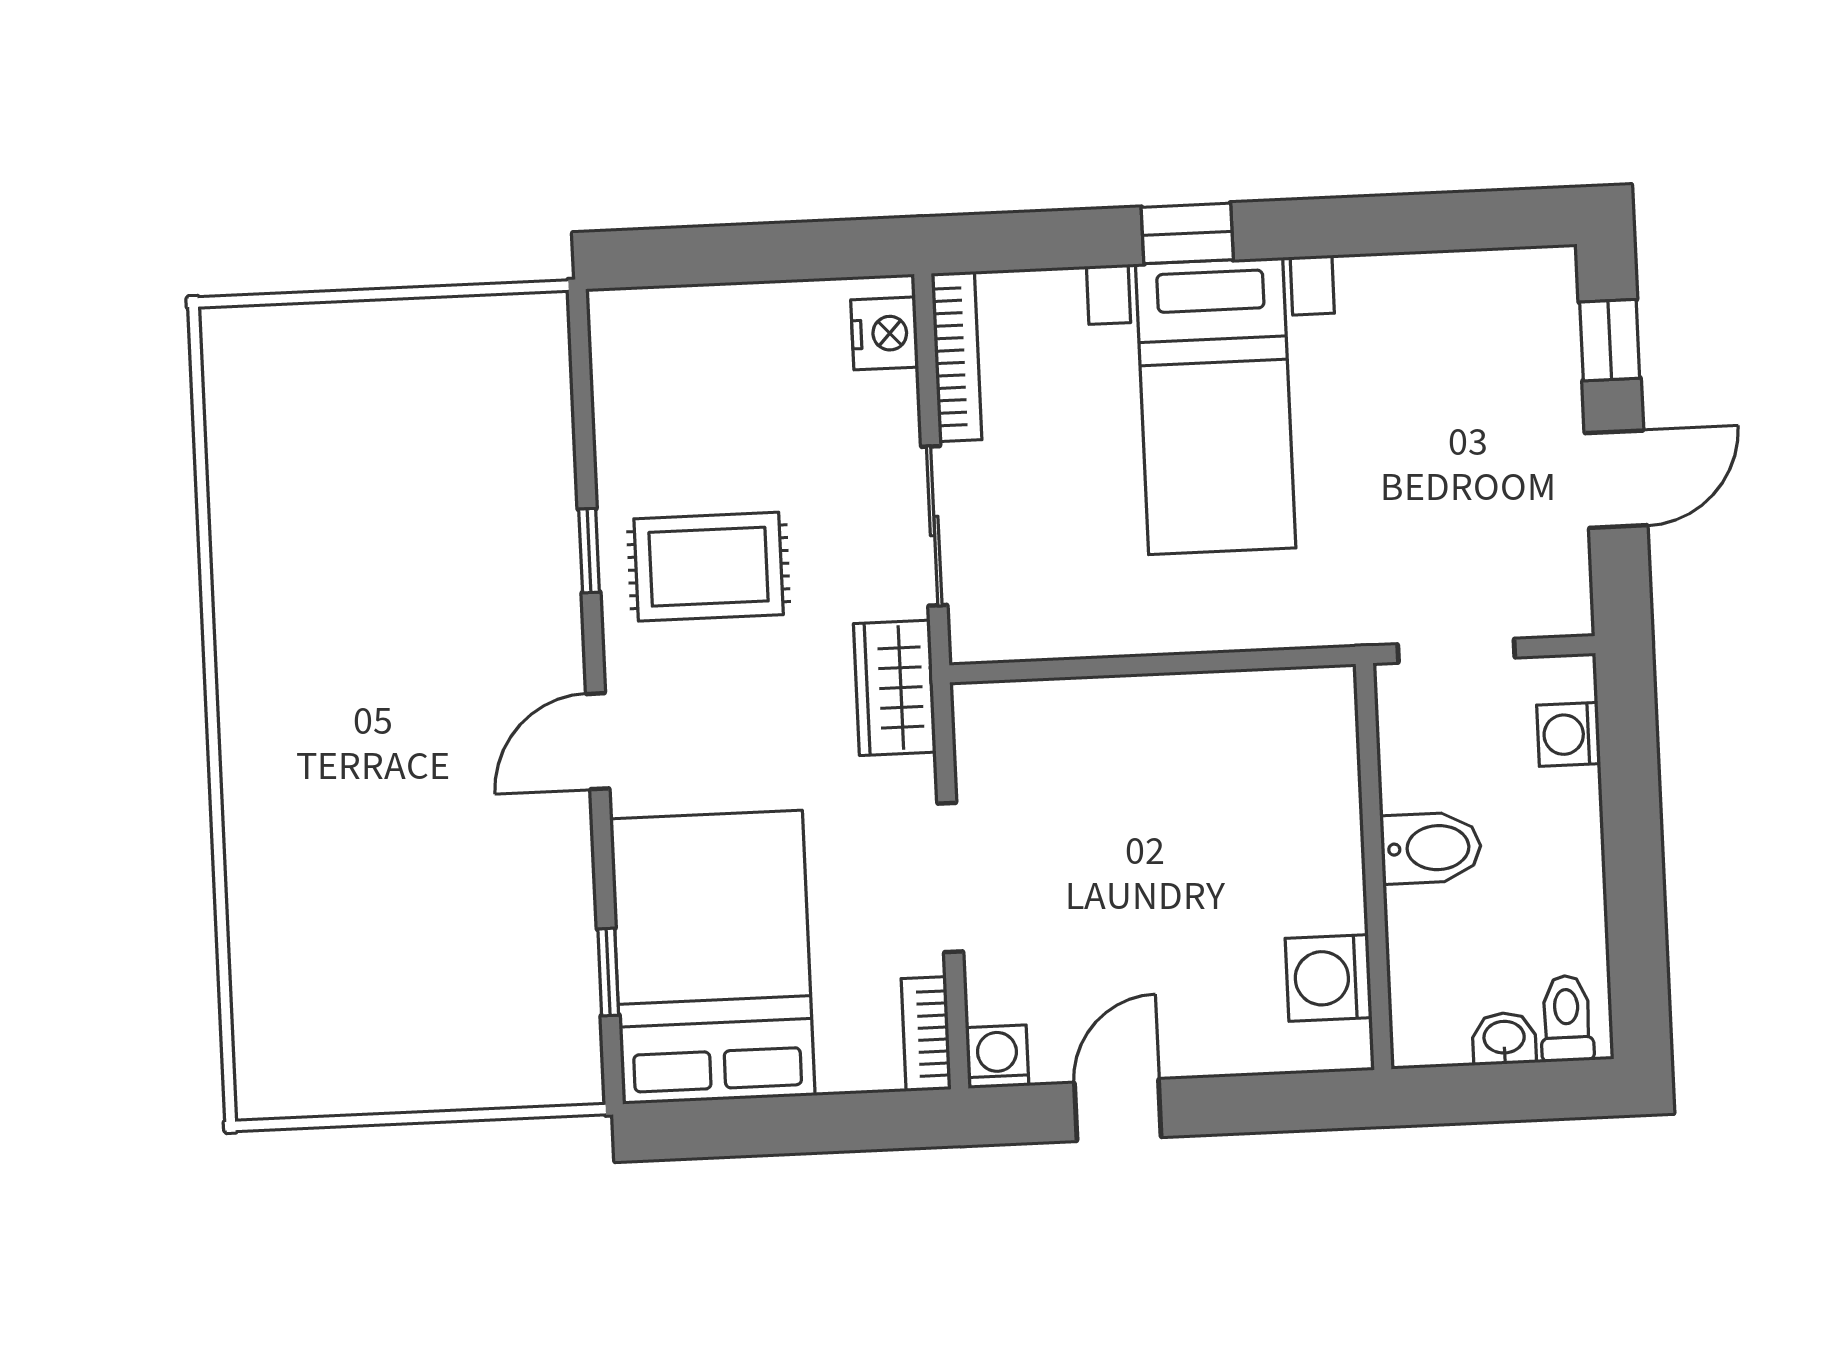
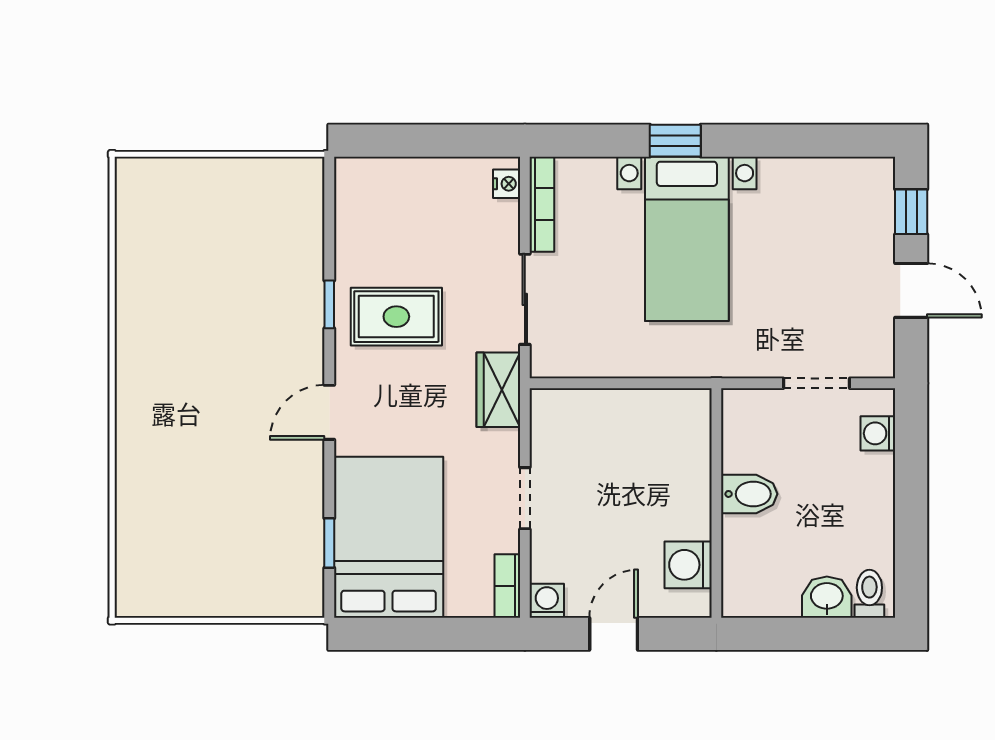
nightstand: (885, 333) -> (507, 184), width x0.72, depth x0.74
door: (1616, 479) -> (911, 290), hinge flipped
bidet: (1431, 848) -> (749, 494), moved
wall: (1374, 867) -> (716, 503), moved
doorway: (950, 877) -> (525, 498), width x0.73
washing machine: (1329, 978) -> (688, 565), moved
washbasin: (1504, 1039) -> (827, 597), width x1.38, depth x1.45

